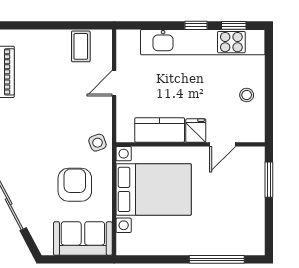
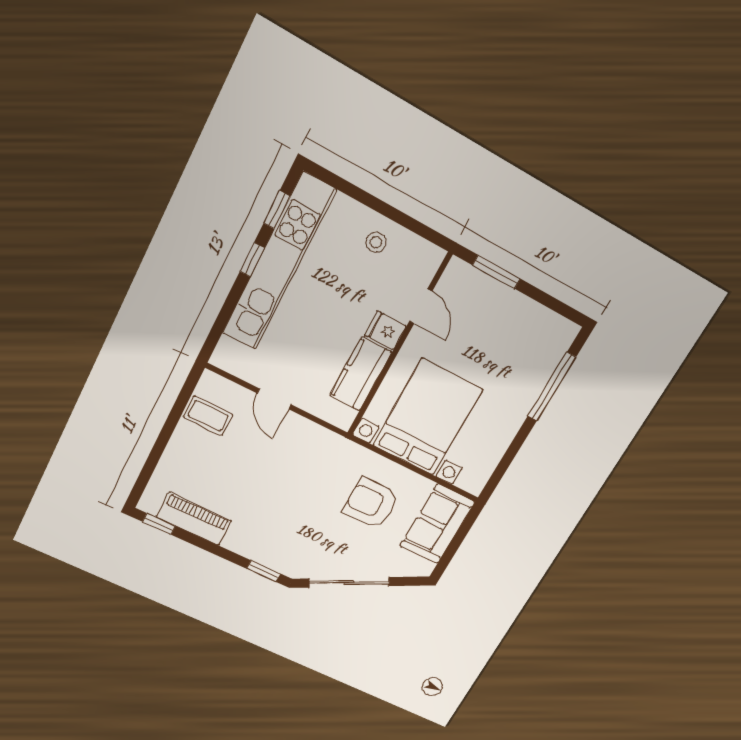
side table: (97, 143) -> (336, 454), removed

